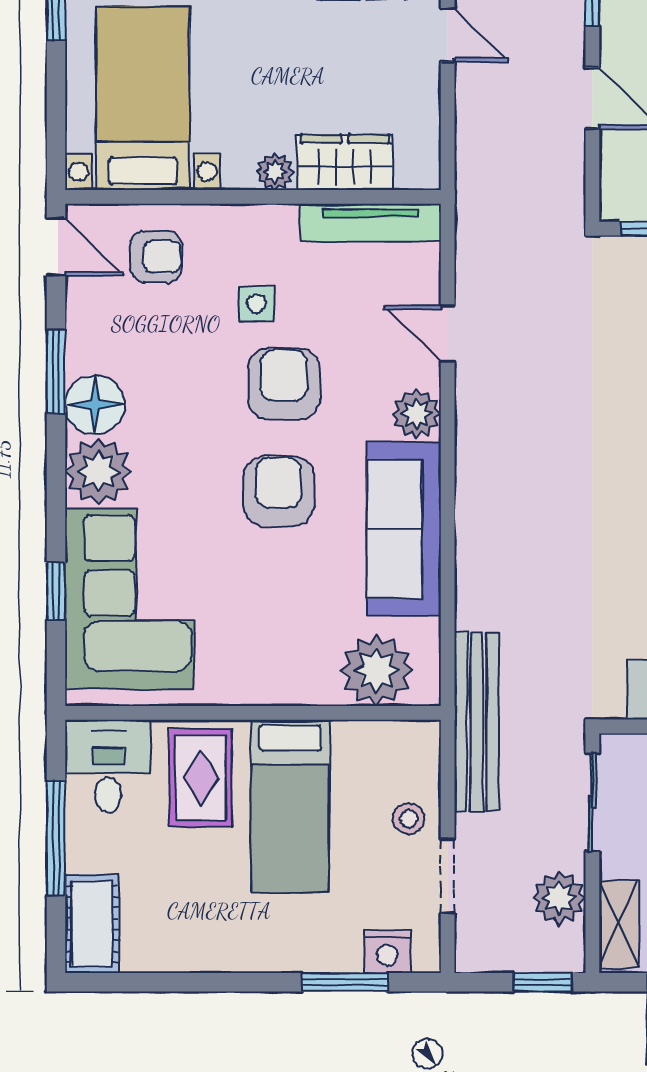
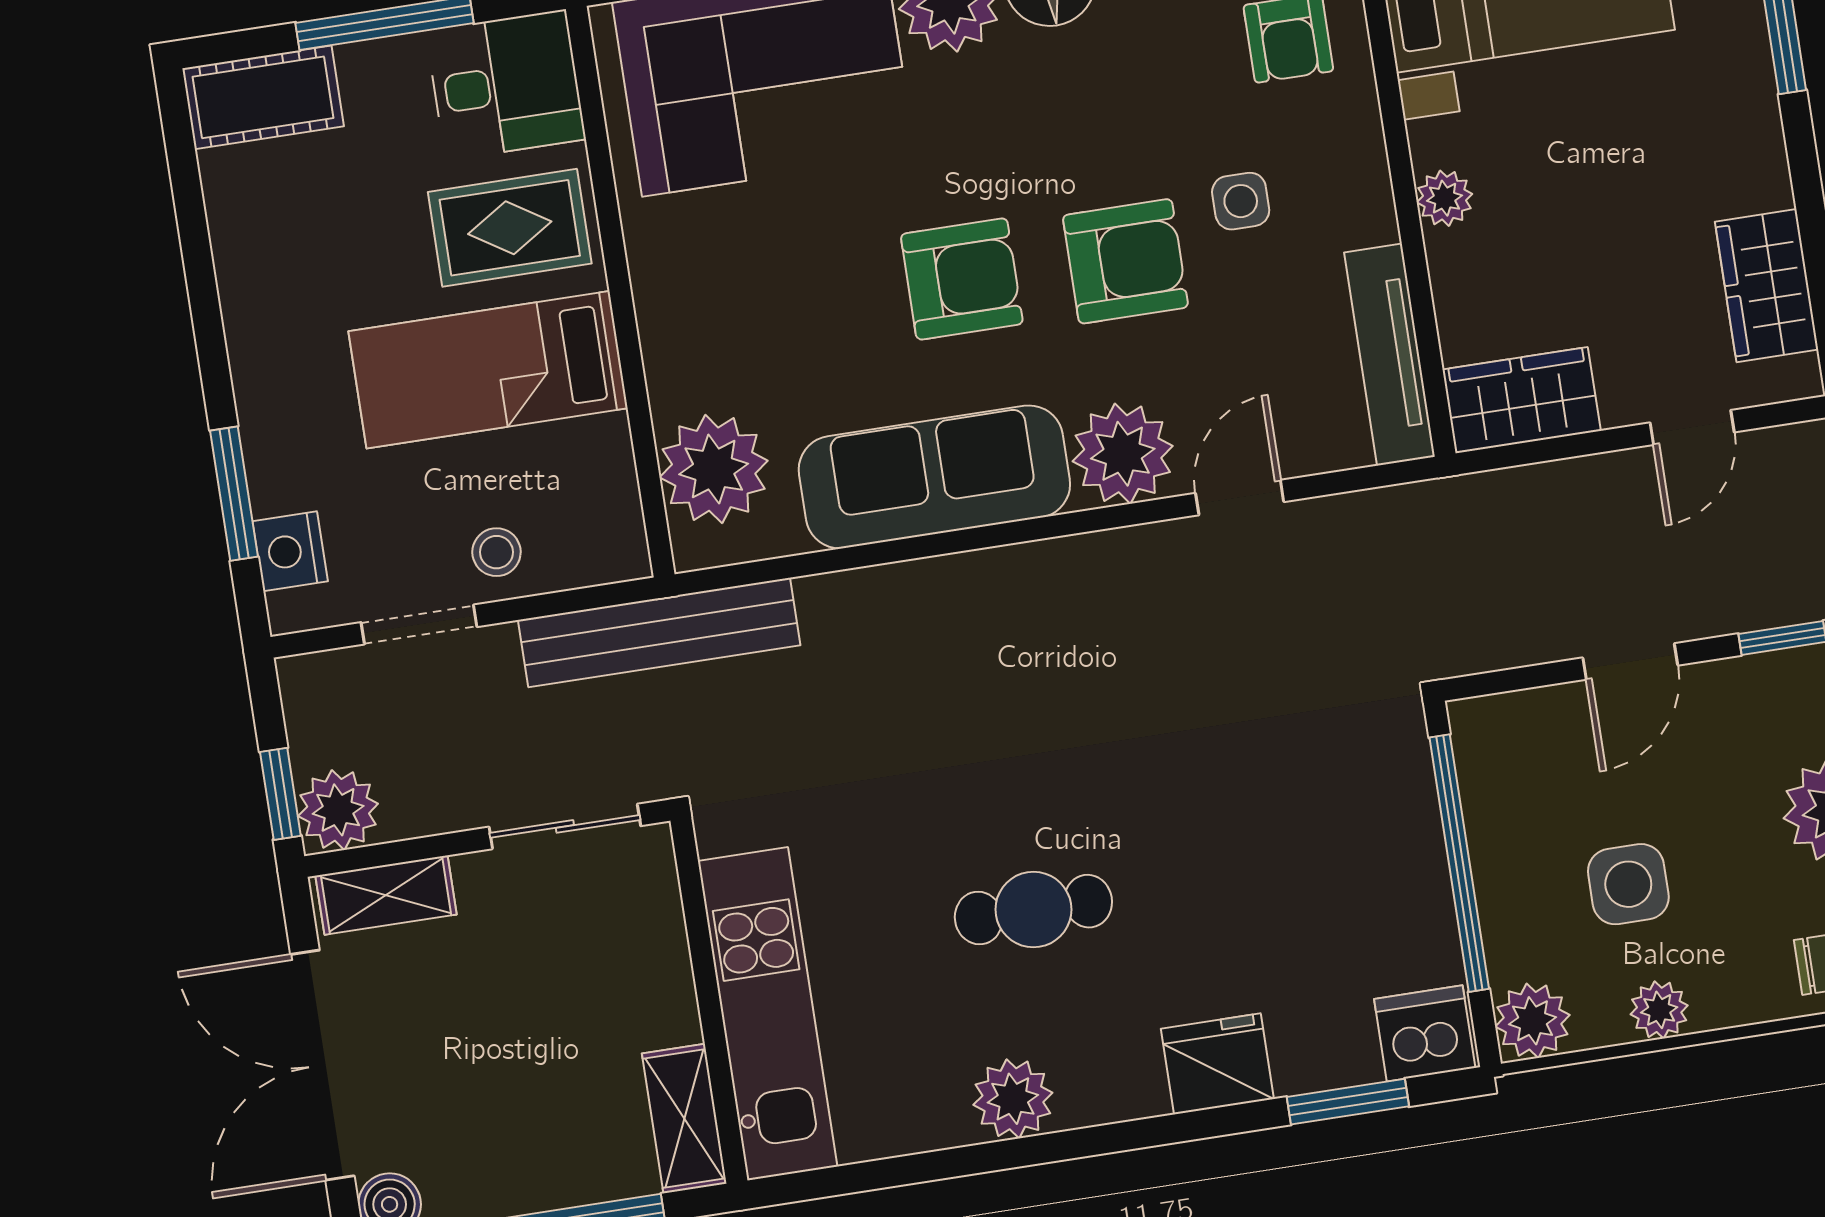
wardrobe: (345, 162) -> (1522, 400), moved, turned -90
plant: (416, 414) -> (1123, 454), width x1.36, depth x1.36
plant: (559, 898) -> (338, 810), moved

